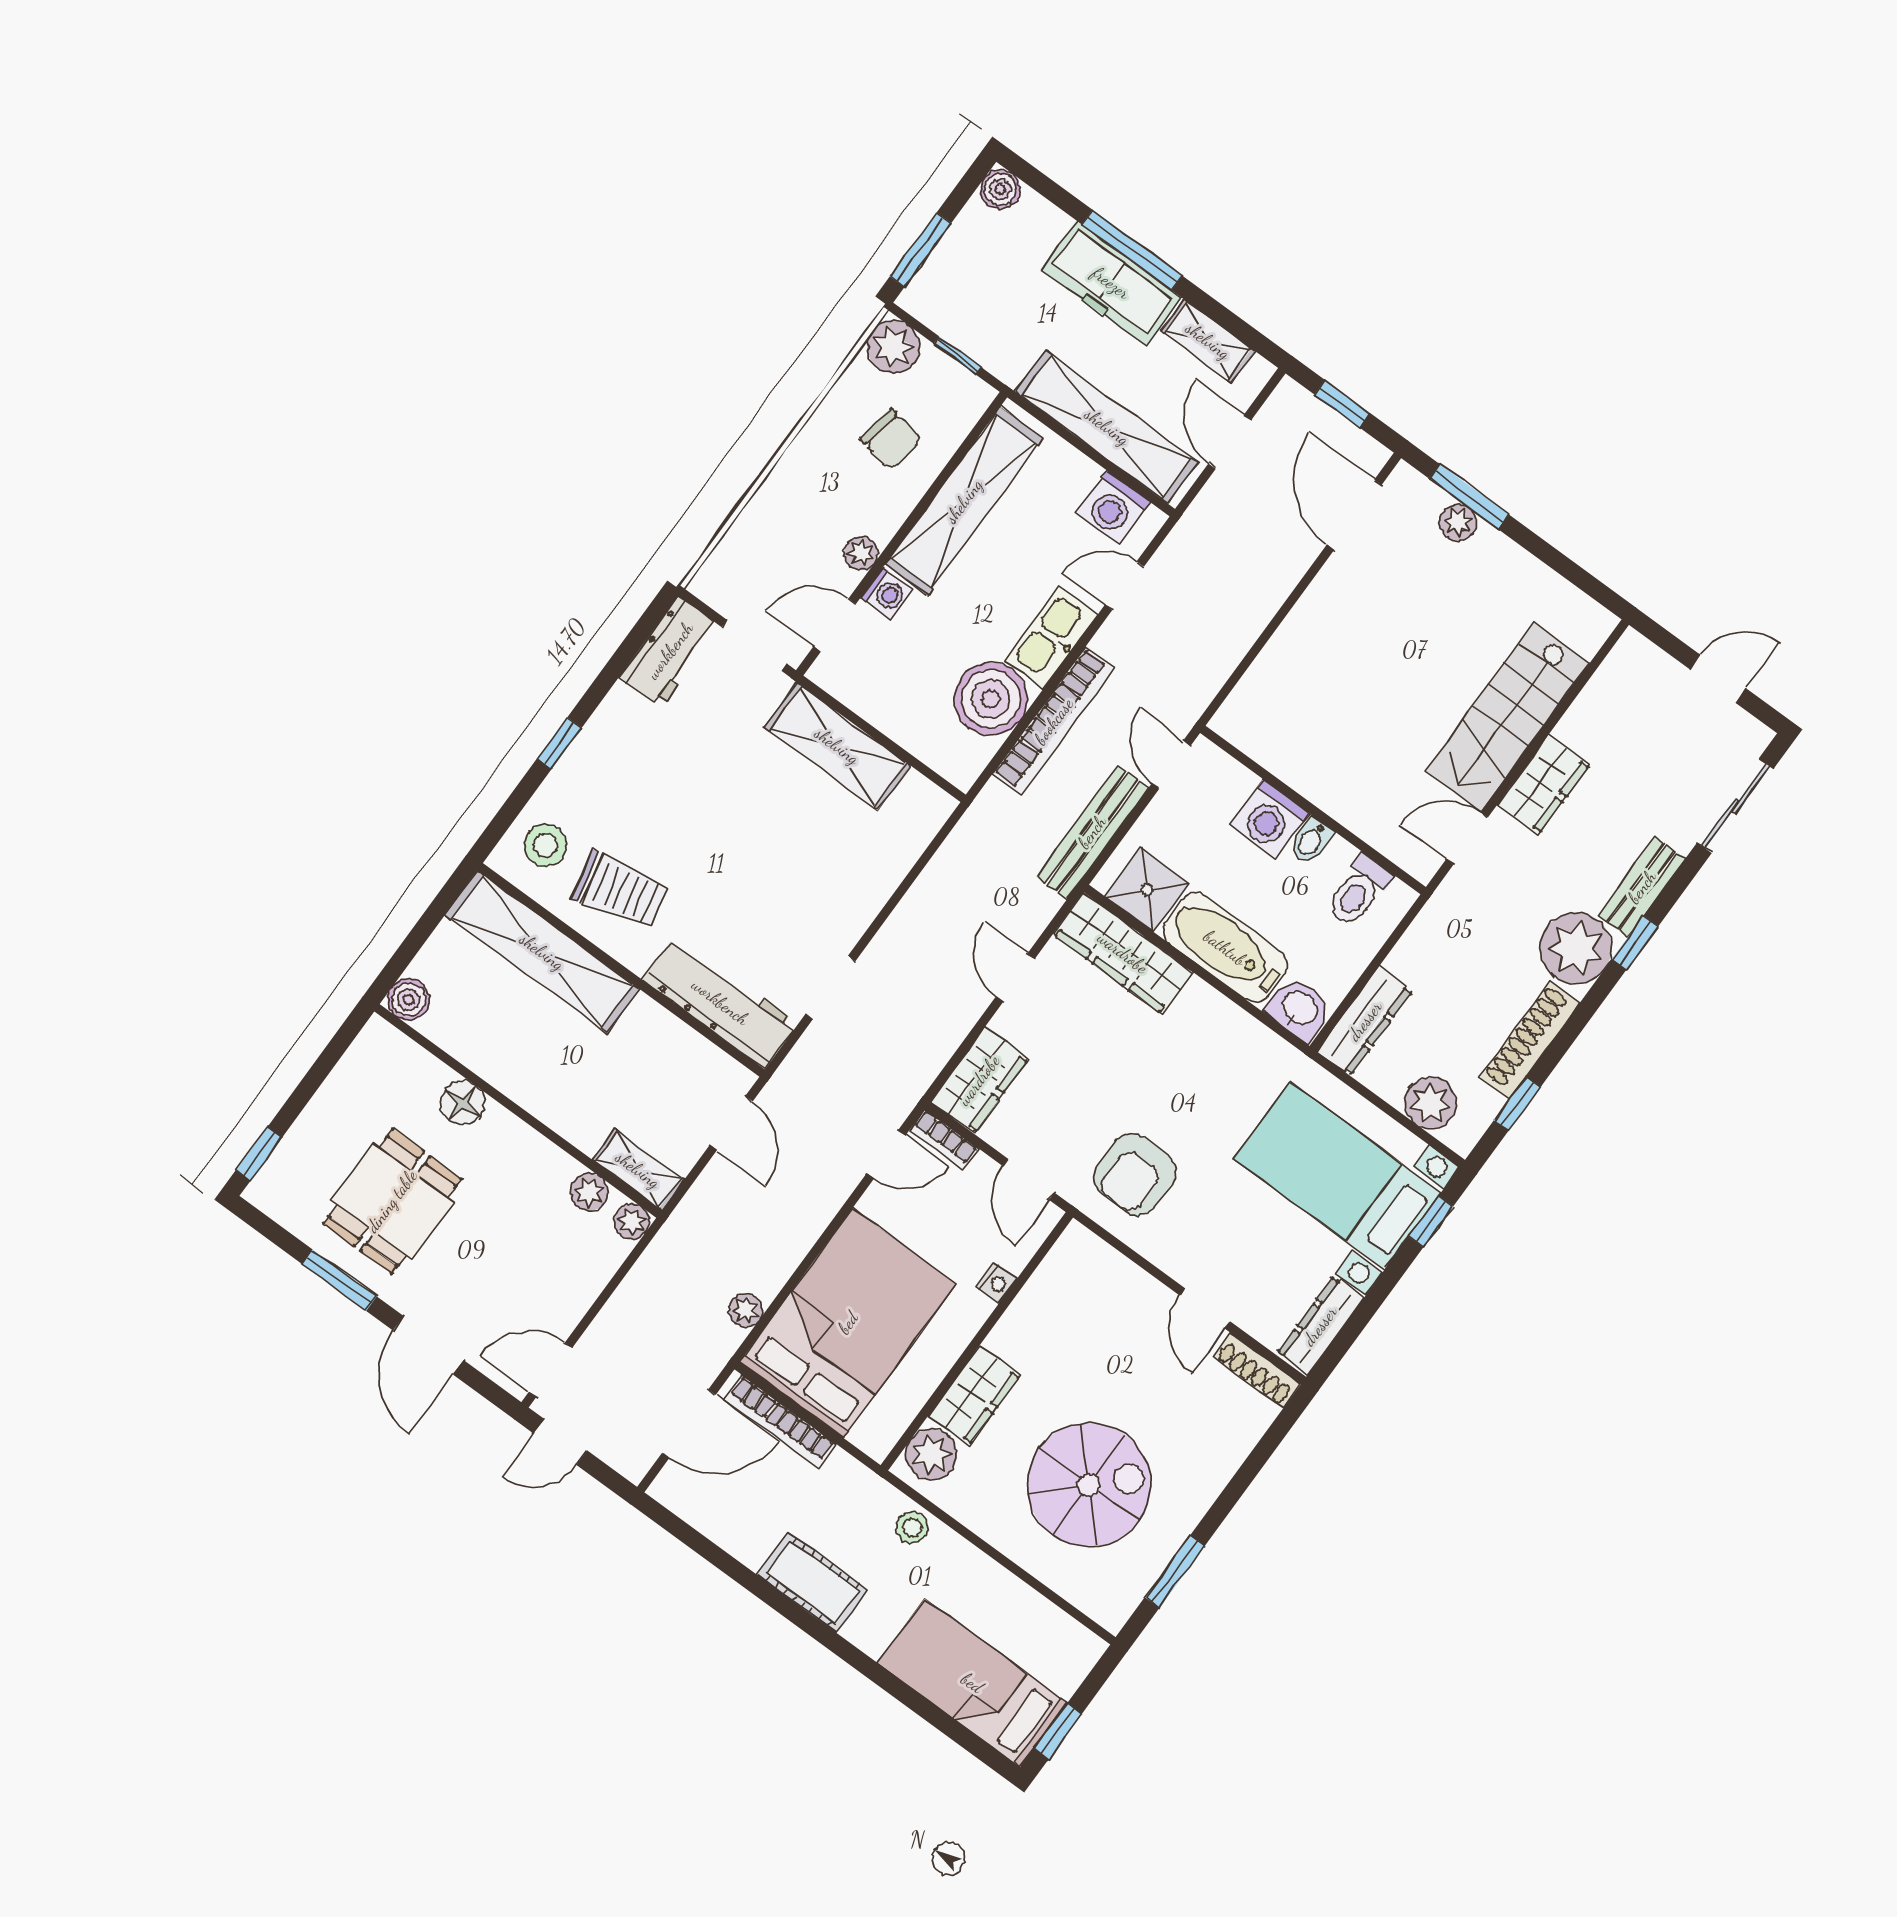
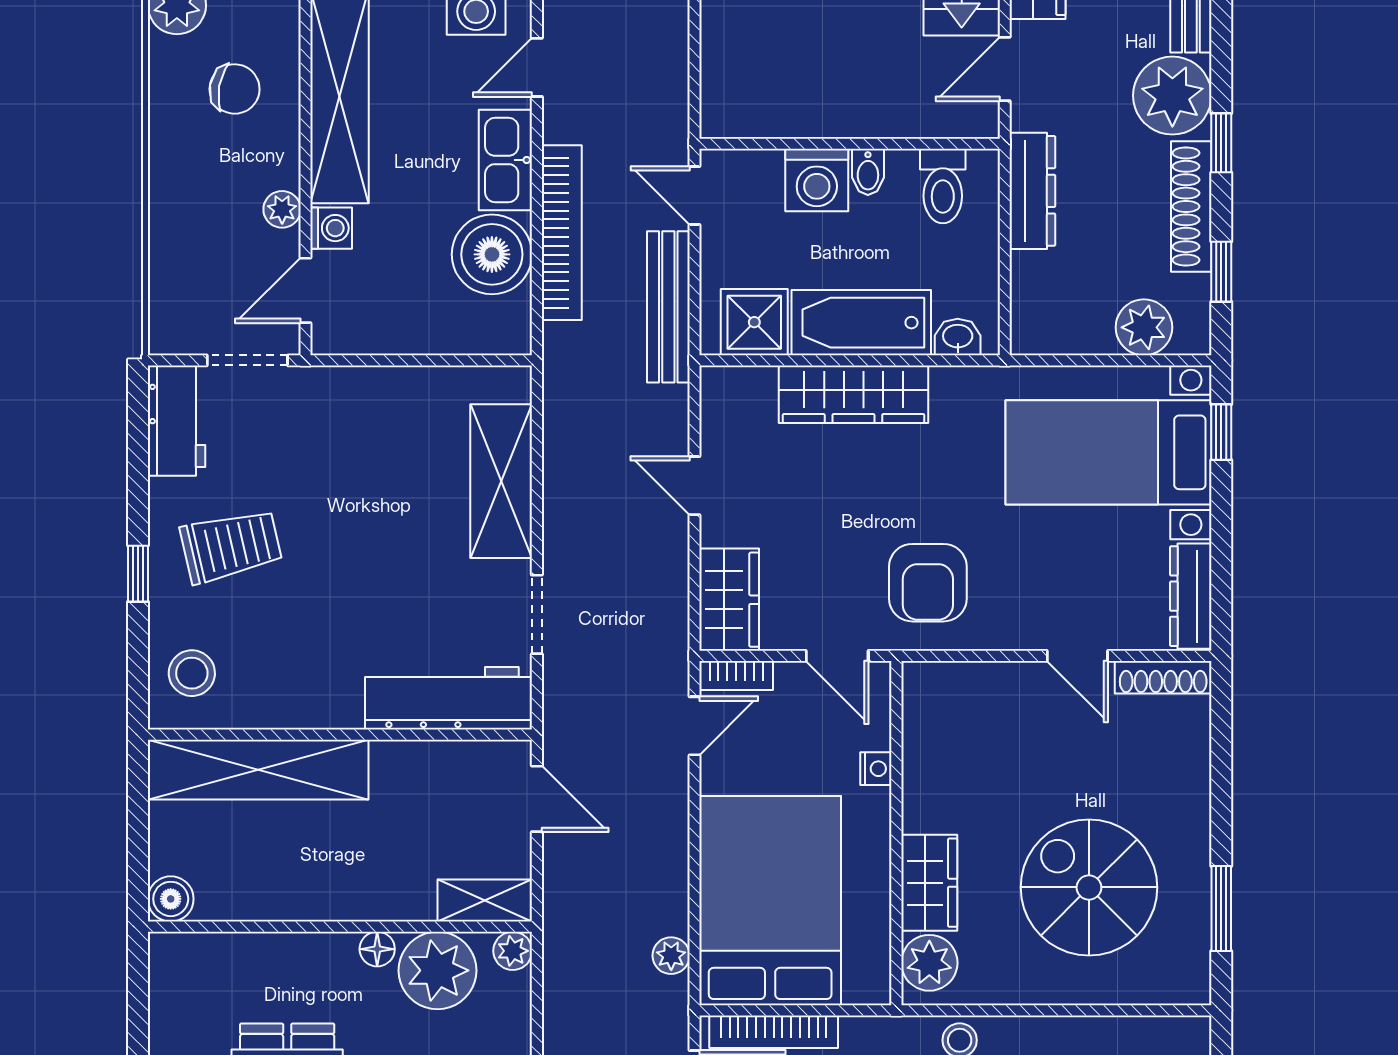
shelving: (837, 746) -> (501, 481), moved, turned 90
trolley: (621, 891) -> (231, 546), moved
window: (1635, 943) -> (1221, 143), moved
wardrobe: (1123, 953) -> (853, 394), moved
washbasin: (1299, 1009) -> (958, 337), width x0.72, depth x0.69
dresser: (1365, 1021) -> (1032, 191), moved
floor lamp: (462, 1103) -> (377, 949), moved, width x0.73, depth x0.73
plant: (589, 1192) -> (438, 970), width x1.87, depth x1.87
spiral stairs: (1089, 1485) -> (1089, 887), turned -90

